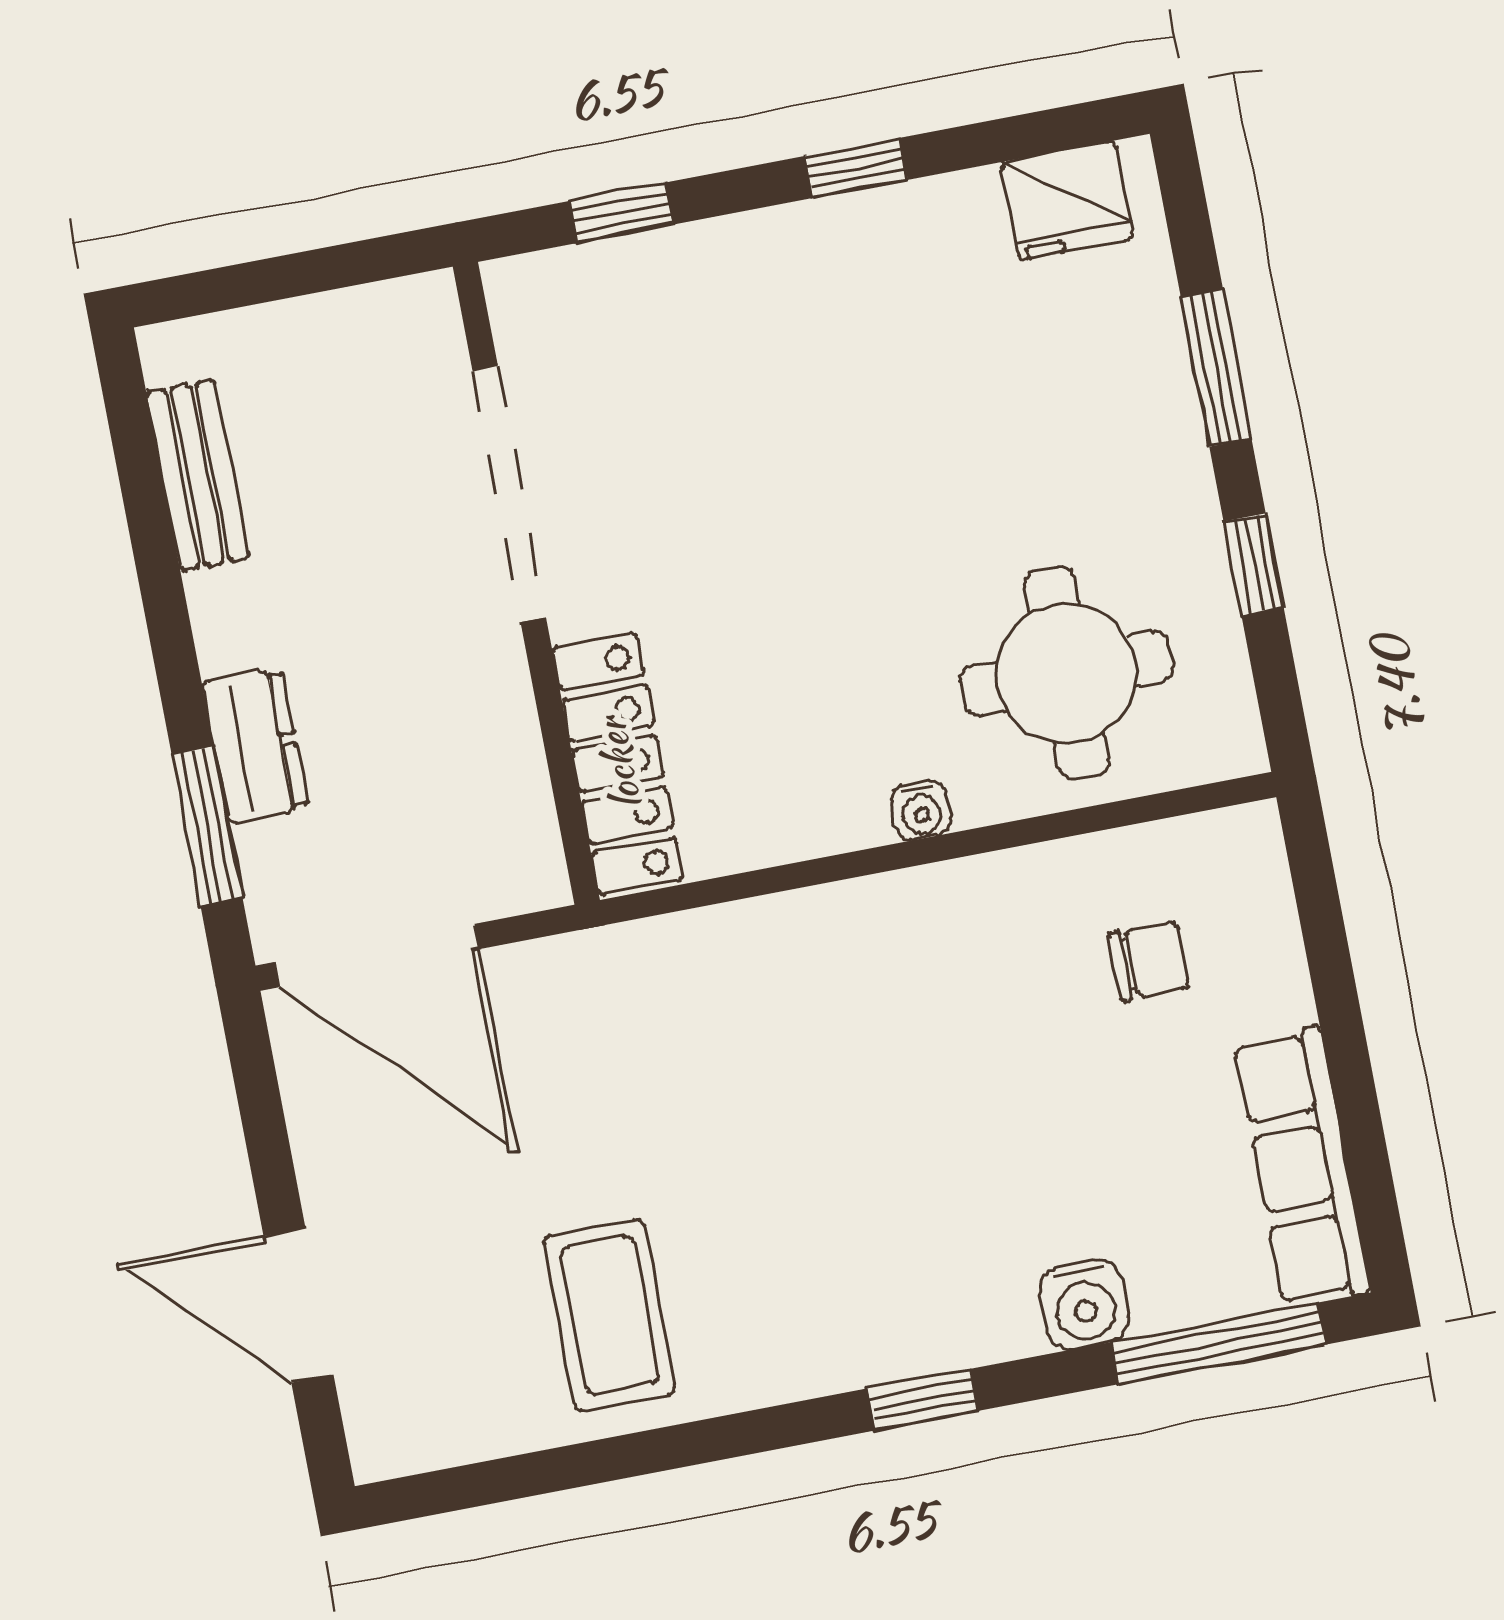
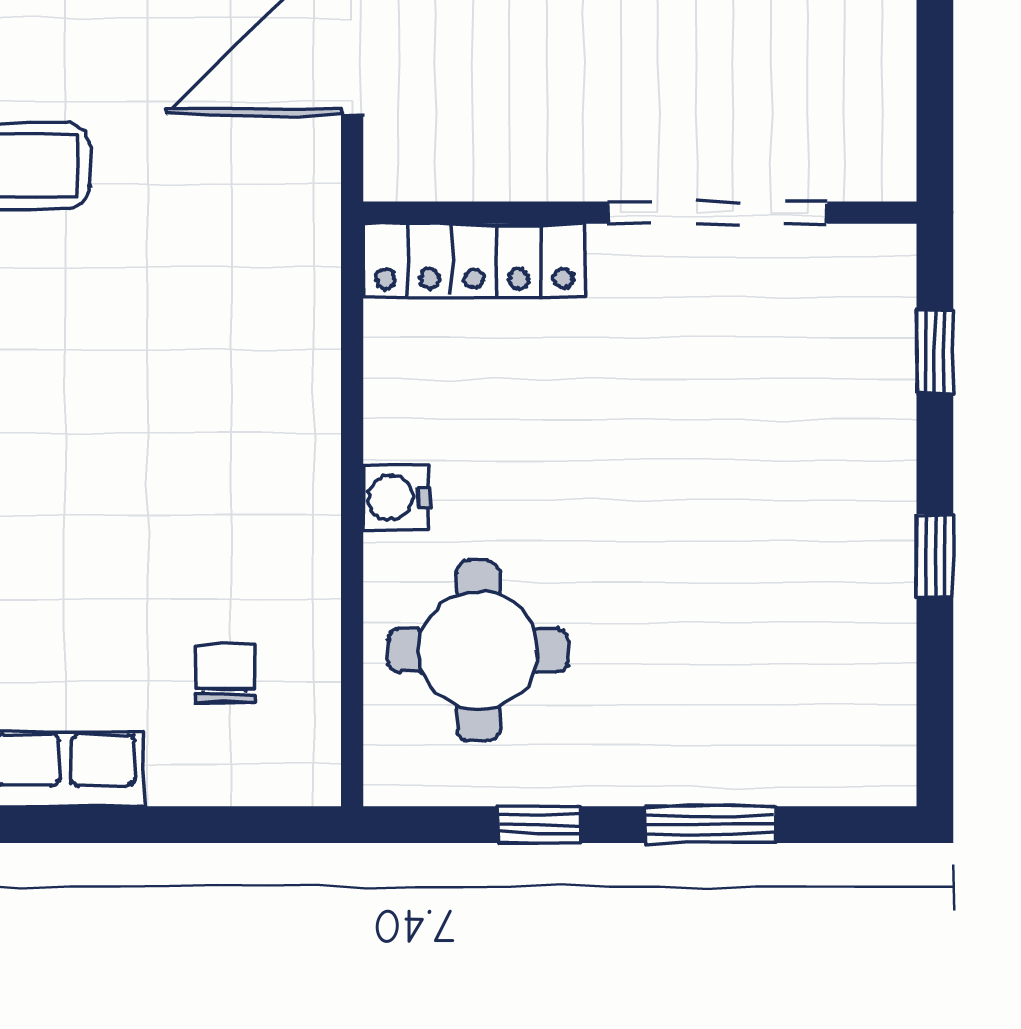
fridge: (1067, 201) -> (874, 726), removed
water cooler: (921, 810) -> (396, 498), width x1.38, depth x1.38
chair: (1149, 961) -> (225, 674), turned 180

